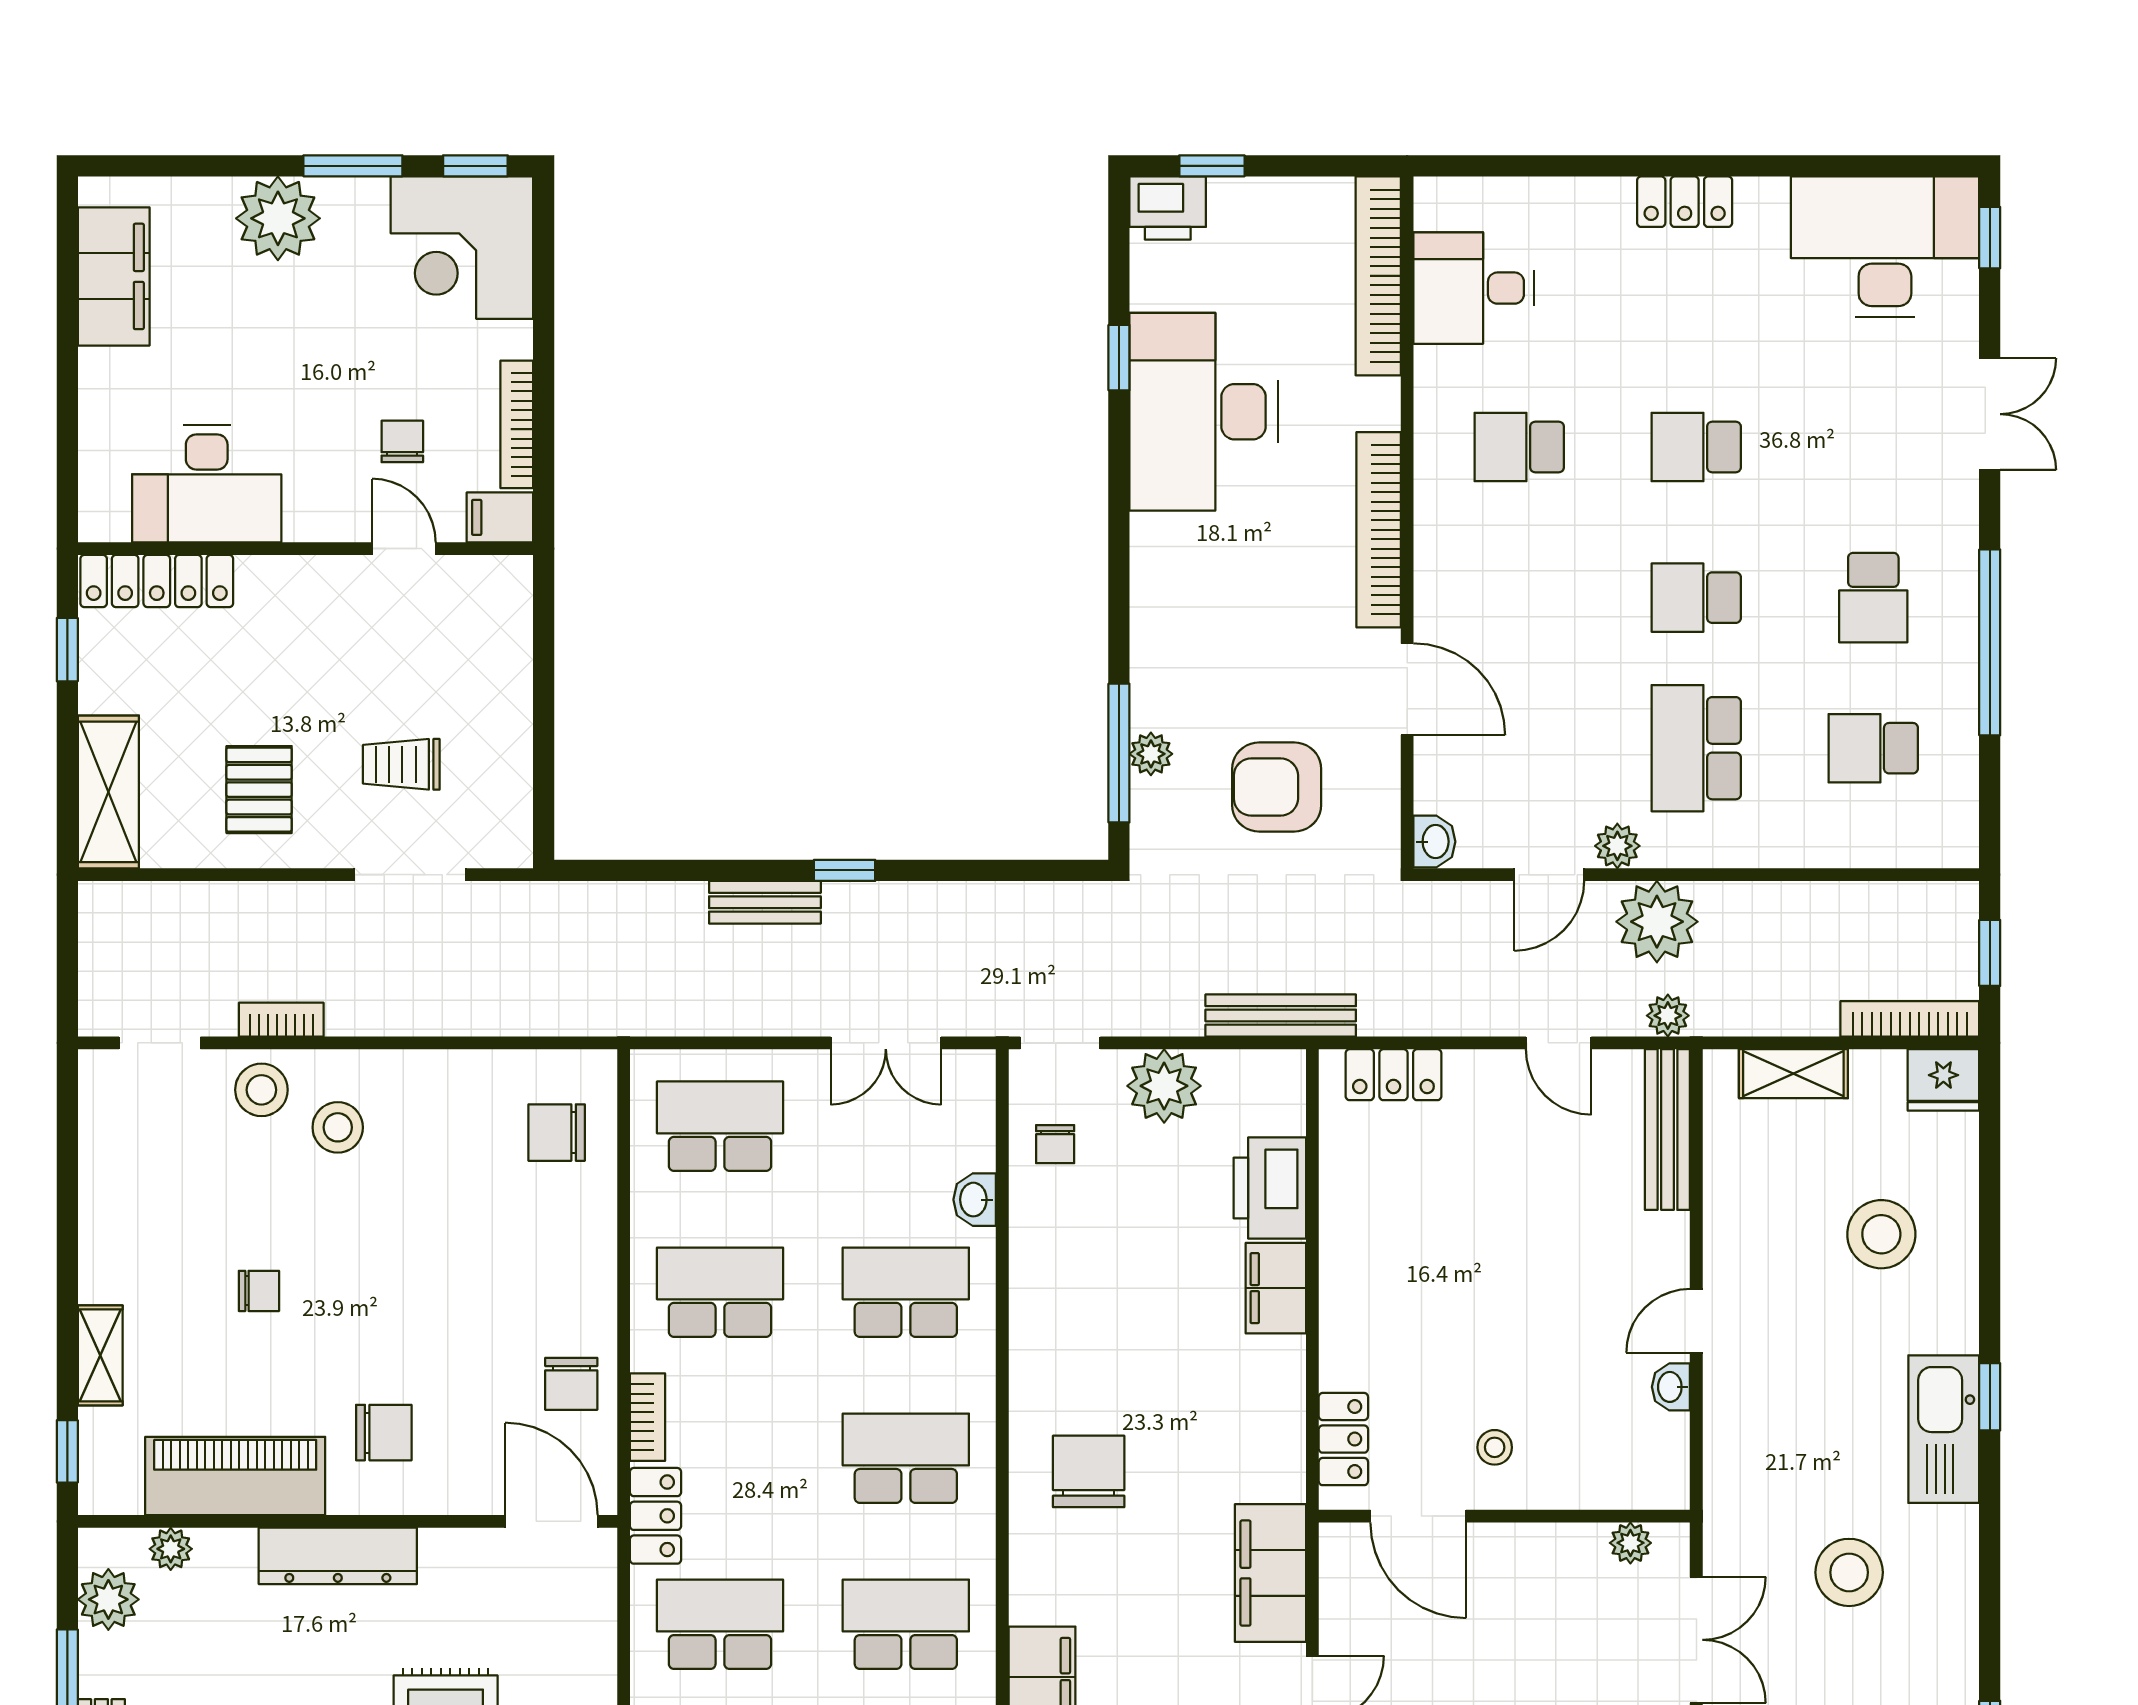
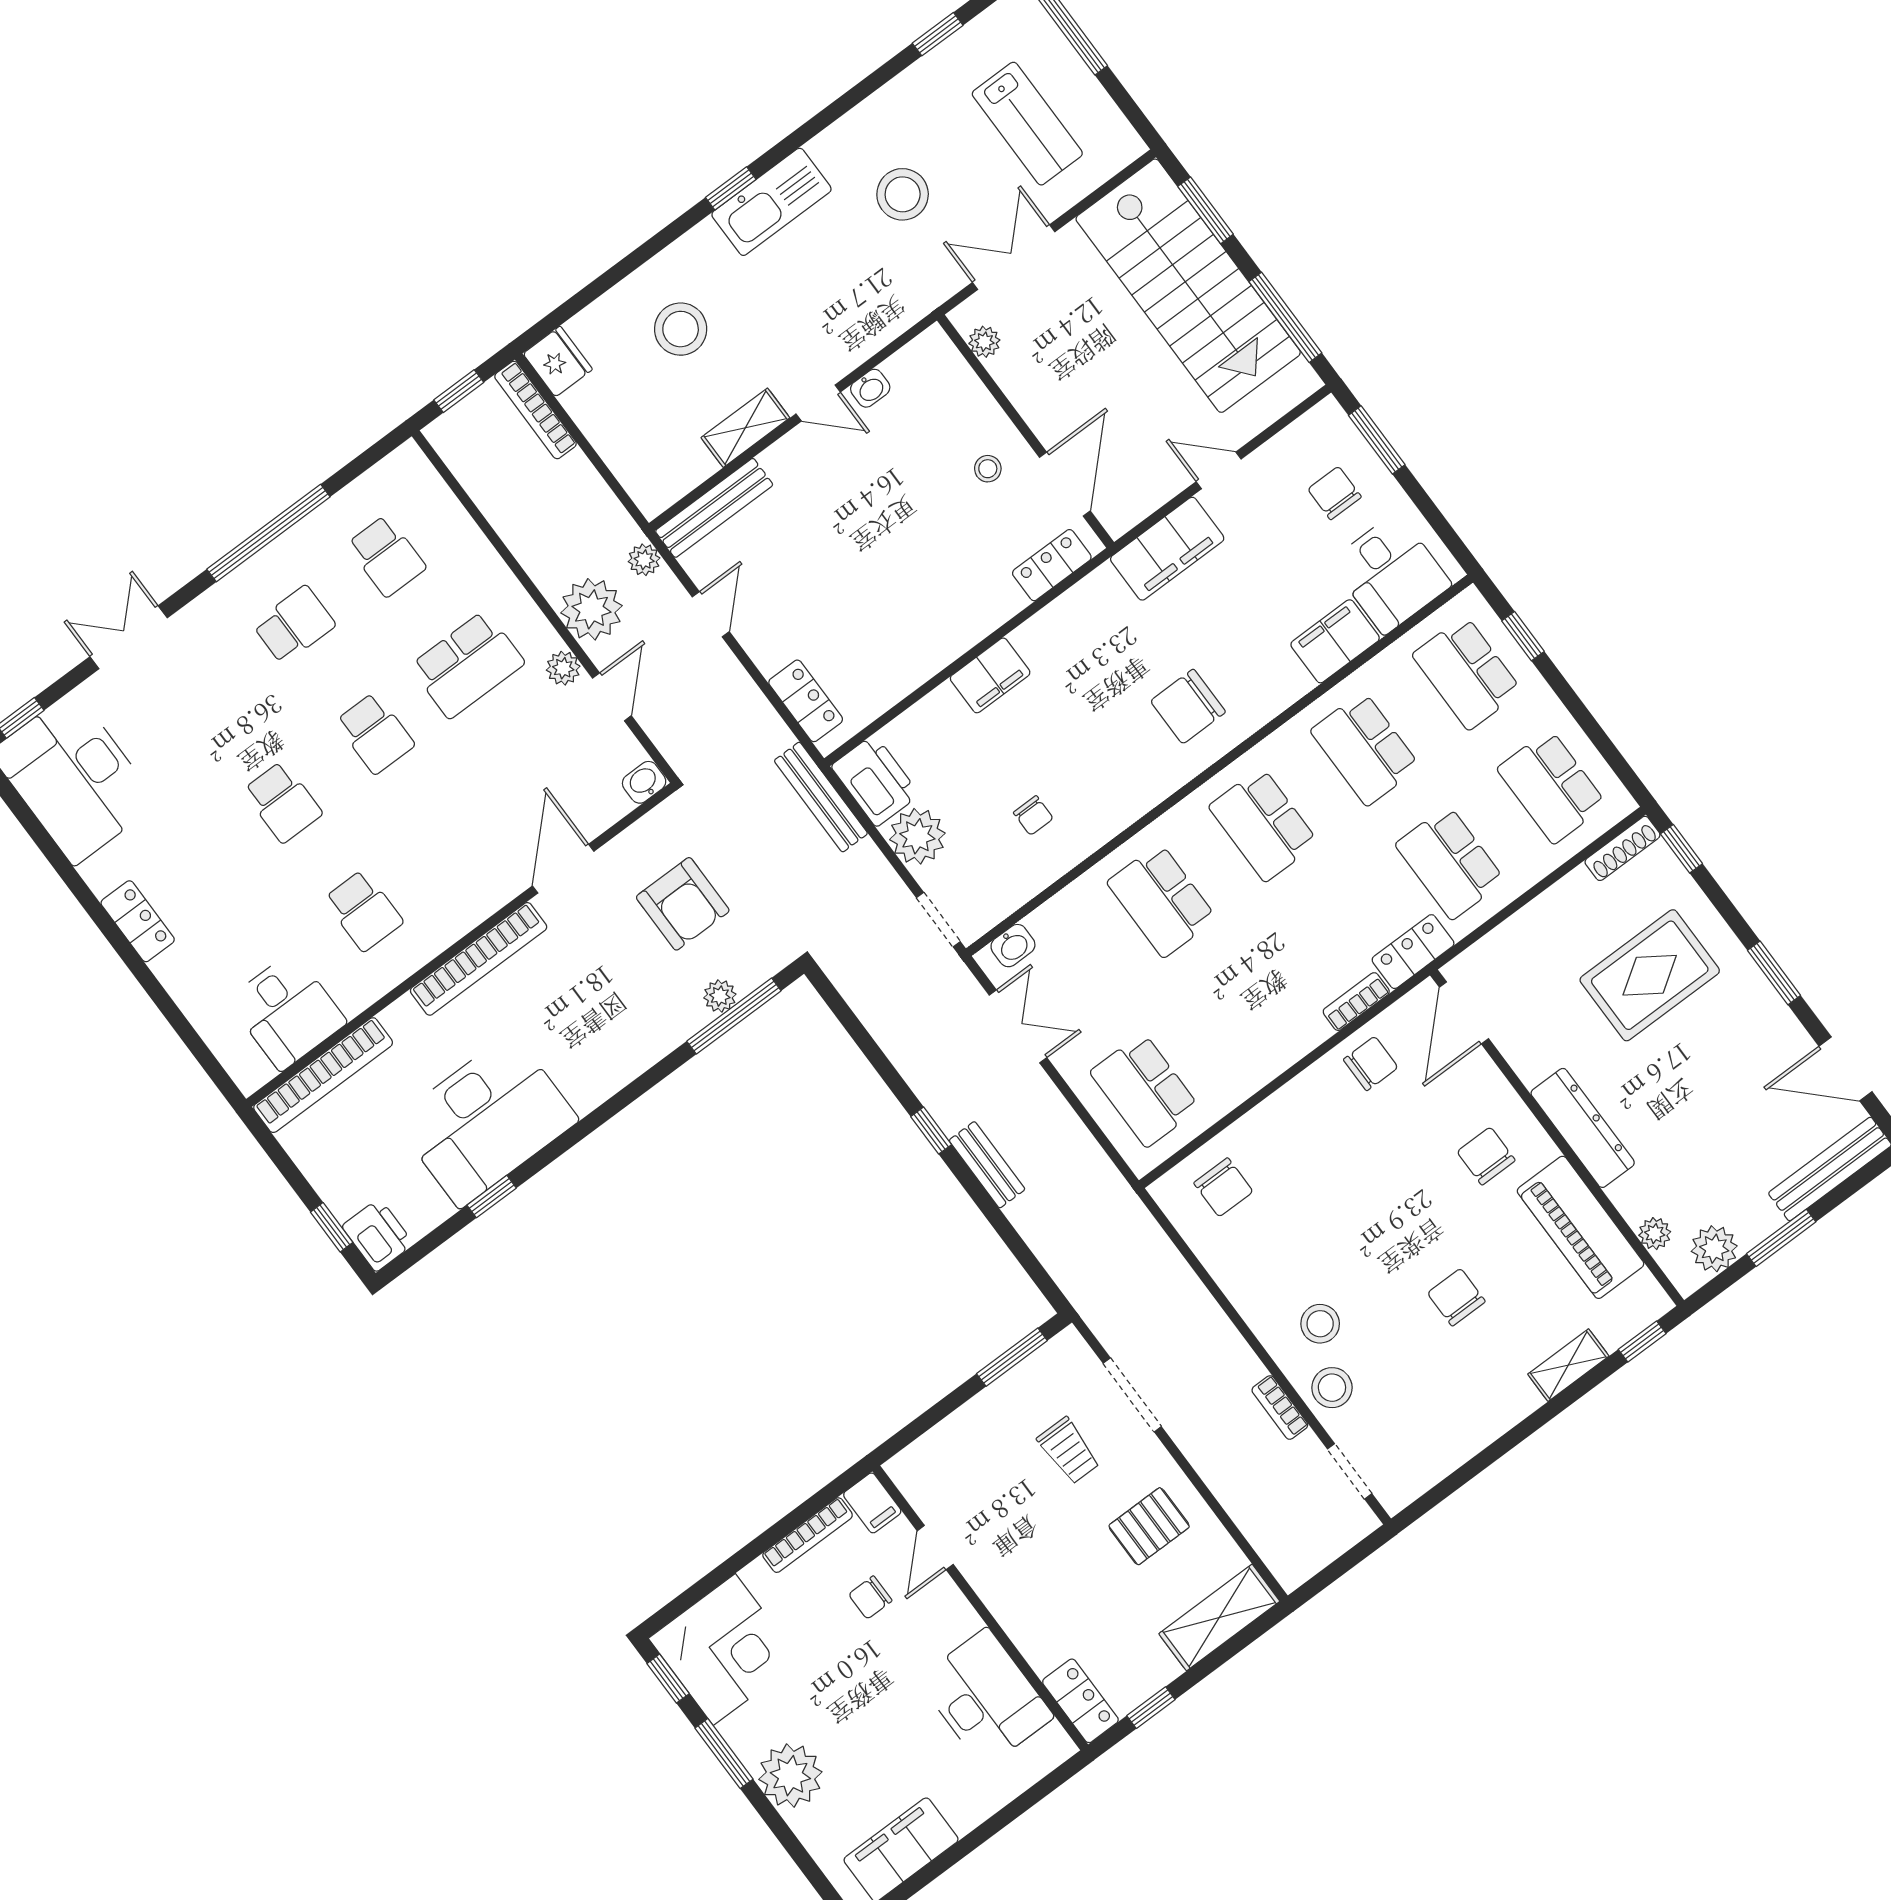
locker: (157, 581) -> (1080, 1701), width x0.66
window: (544, 778) -> (1012, 1357), added
door: (1549, 875) -> (612, 697), hinge flipped
shelving: (1793, 1074) -> (745, 428), moved, turned 90
chair: (1055, 1144) -> (1033, 815), moved, turned 90
printer: (1270, 1188) -> (875, 780), moved, turned -90
washbasin: (975, 1200) -> (1013, 946), moved
chair: (259, 1291) -> (1456, 1297), width x1.37, depth x1.37
school desk: (720, 1292) -> (1247, 1014), removed

